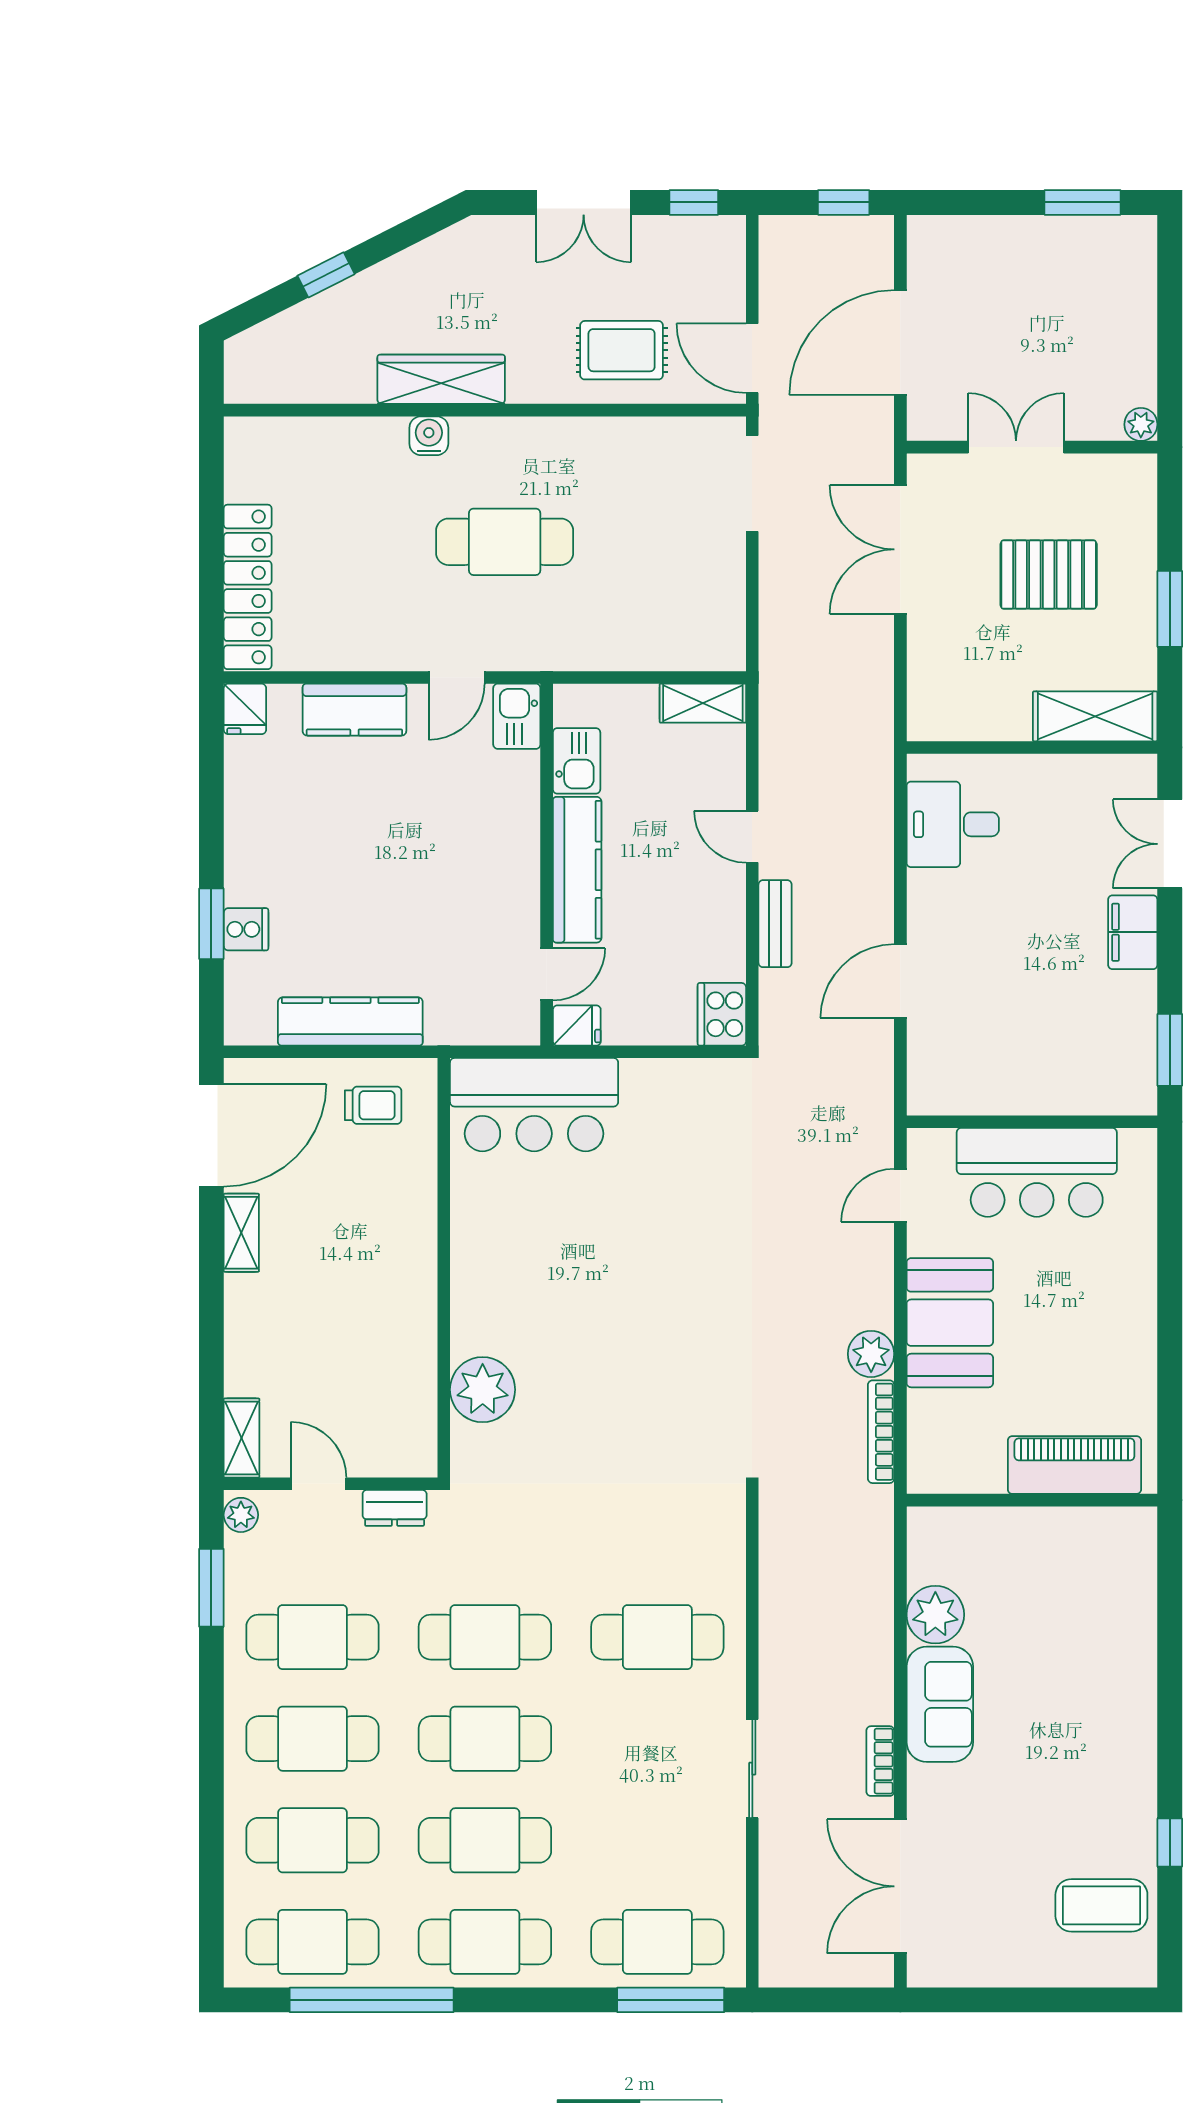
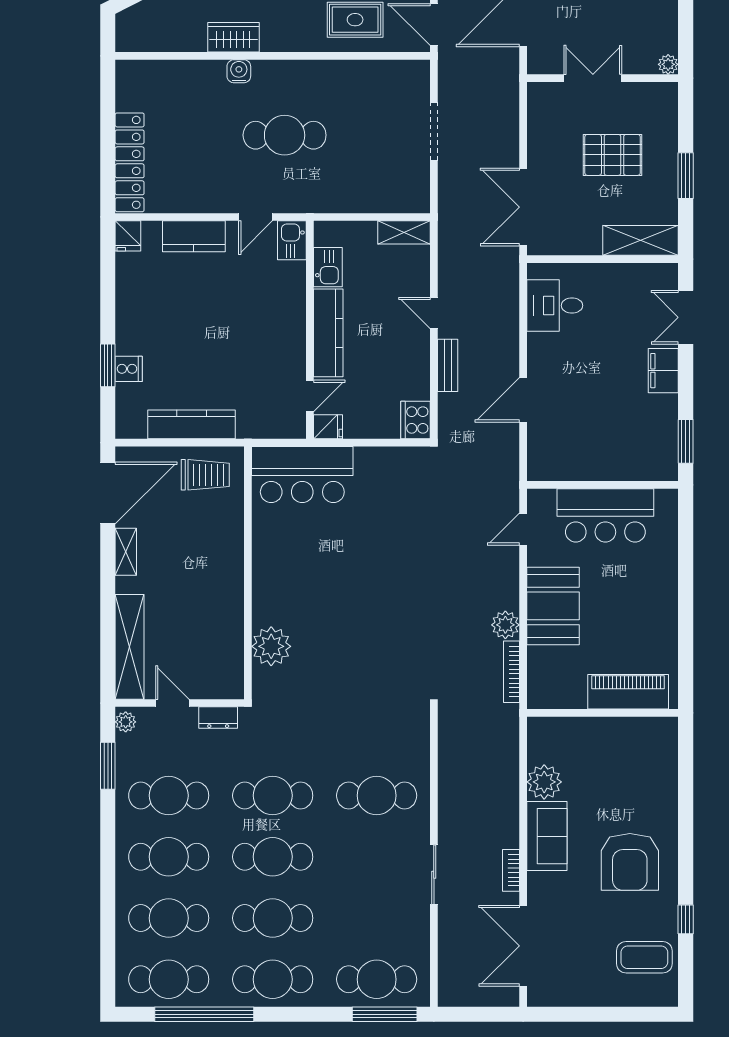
wardrobe: (441, 379) -> (233, 37), width x0.67
doorway: (752, 484) -> (434, 131), moved
double door: (900, 549) -> (523, 207), moved
trolley: (373, 1105) -> (205, 475), width x1.36, depth x1.39
shelving: (242, 1438) -> (130, 647), width x2.20, depth x1.33
armchair: (1077, 1747) -> (630, 862), added

